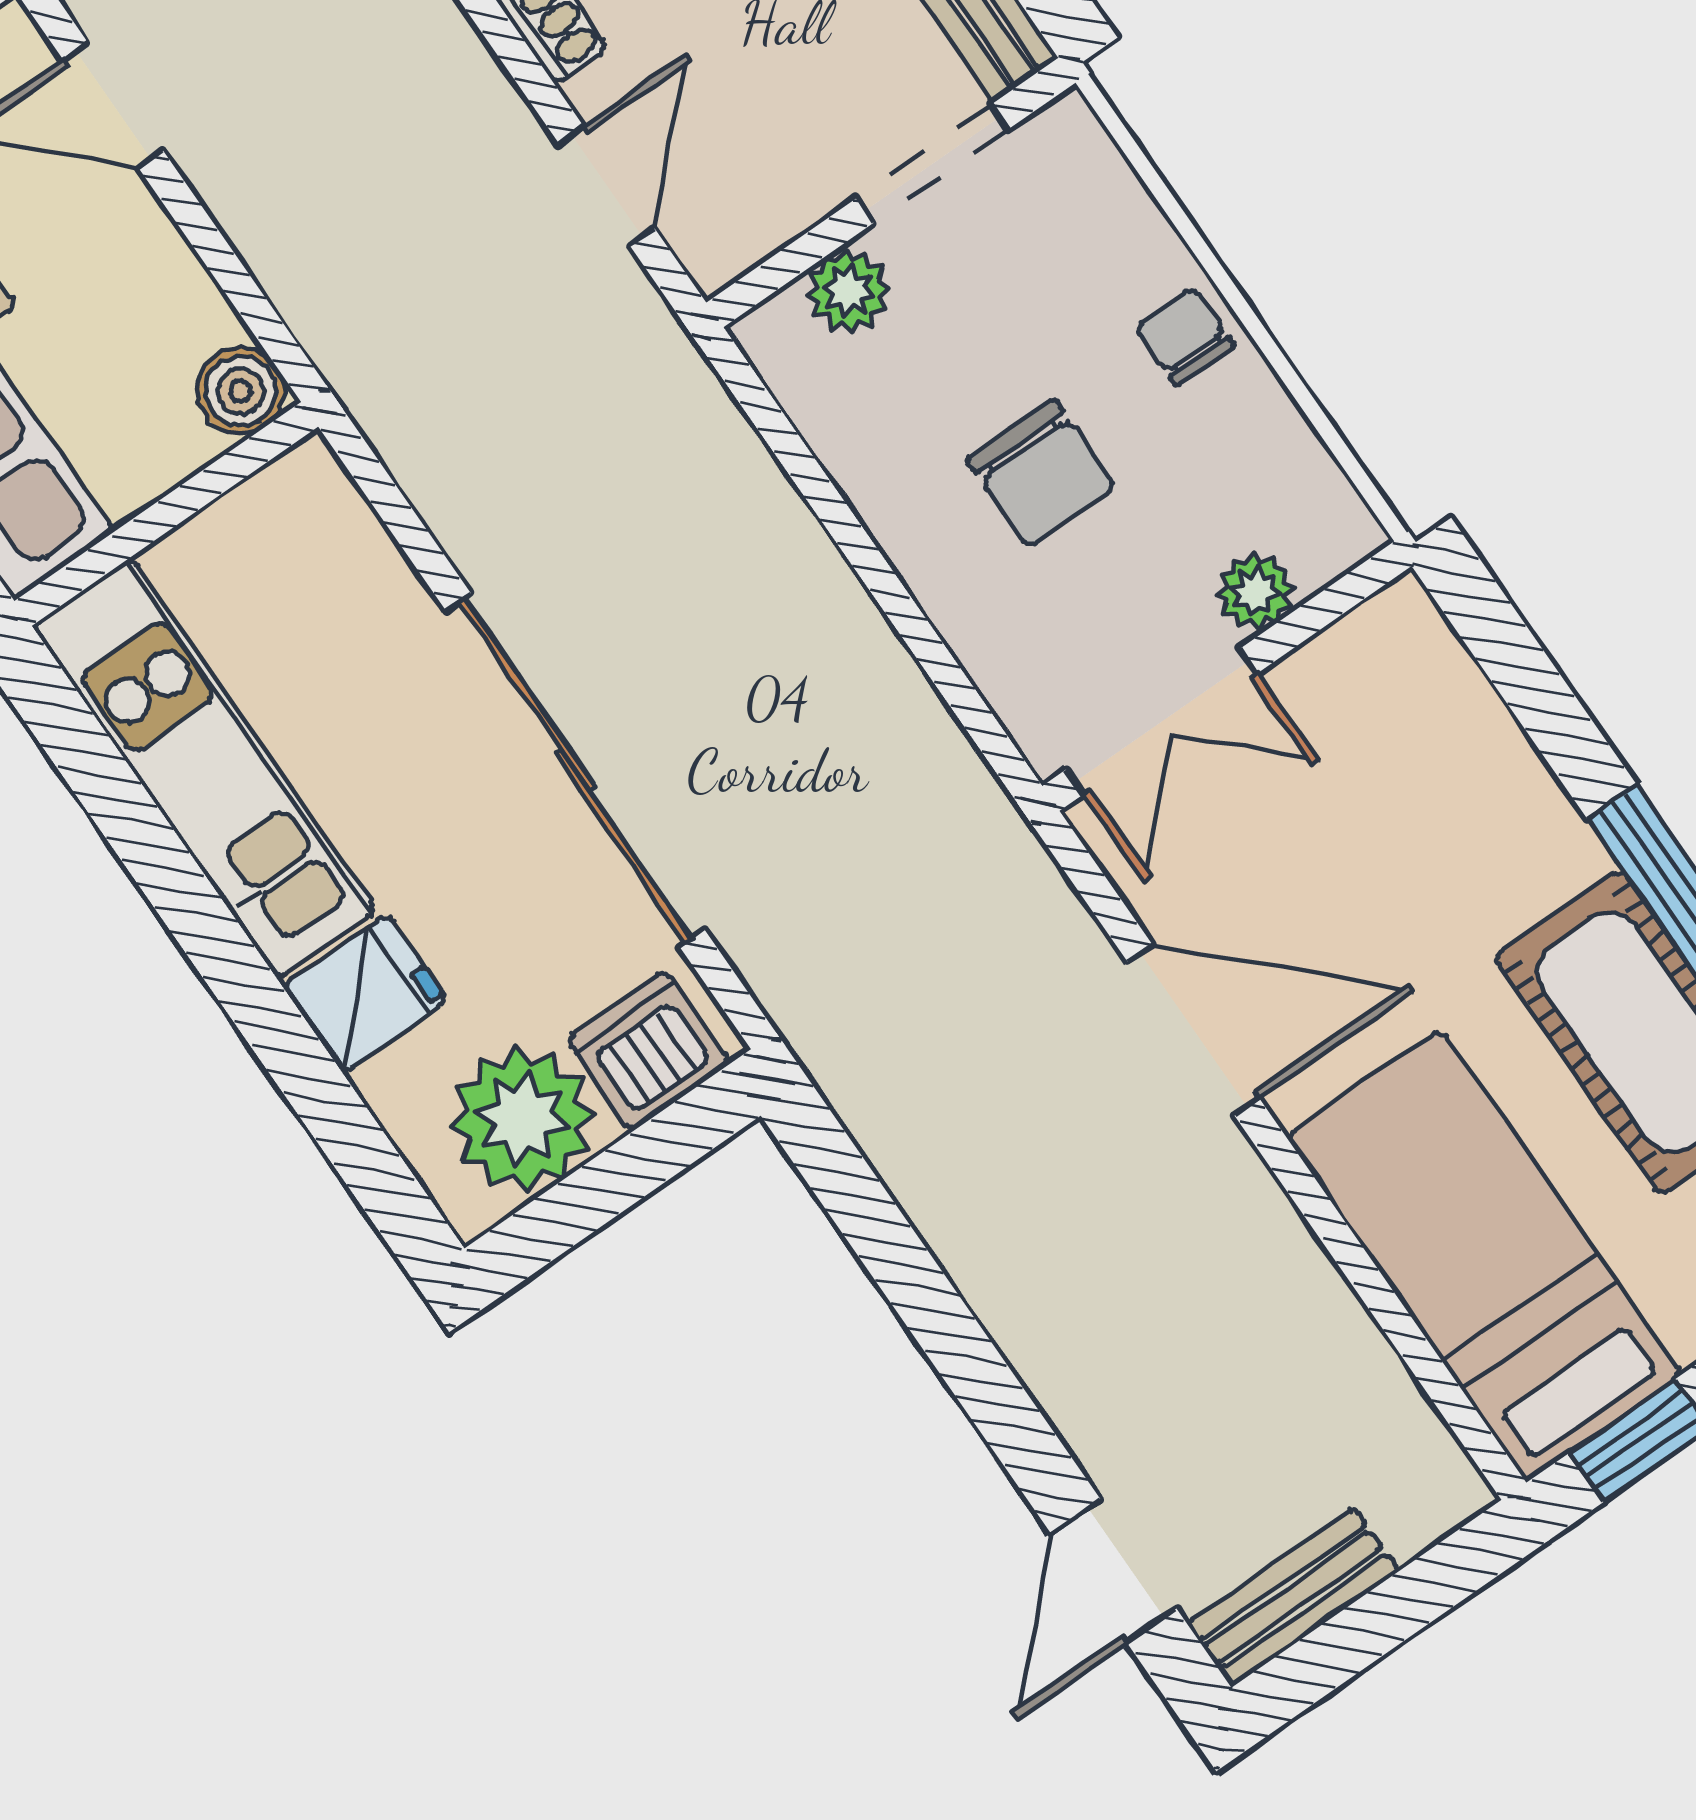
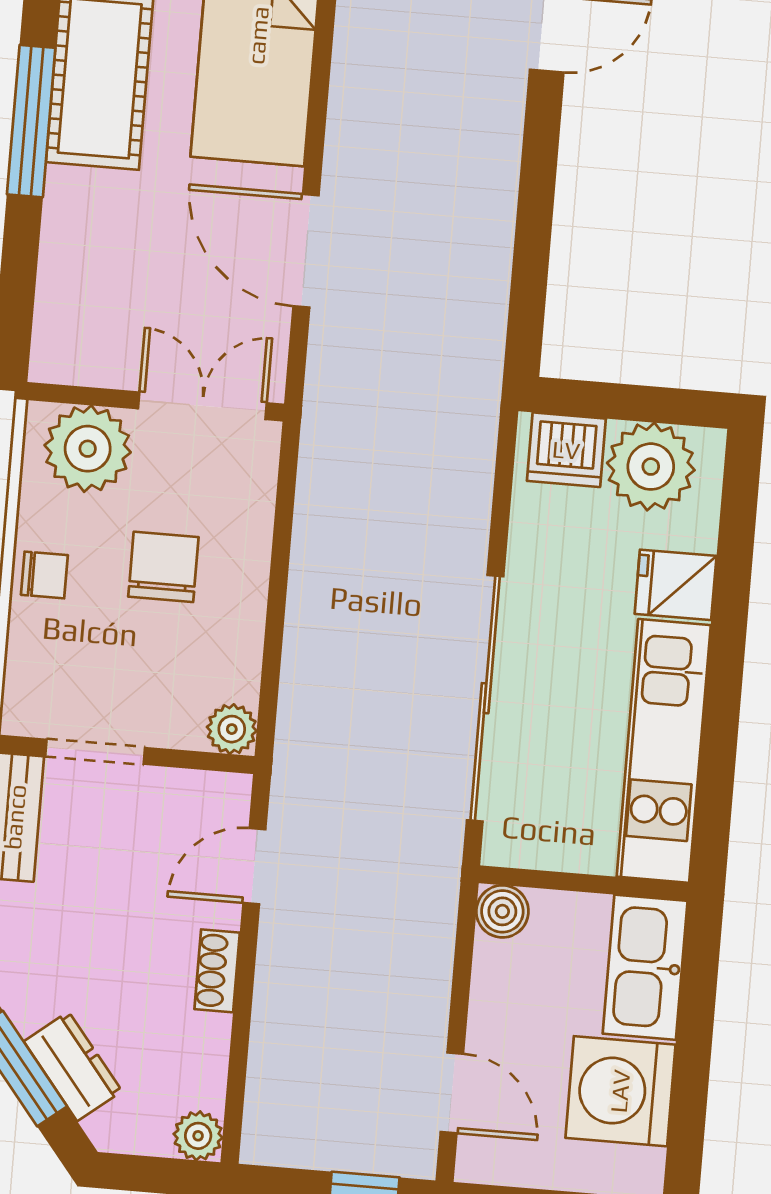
plant: (848, 291) -> (232, 729), moved
chair: (1185, 337) -> (44, 575), turned -90
plant: (1255, 591) -> (88, 449), width x1.88, depth x1.88
sliding door: (575, 770) -> (485, 698), moved

